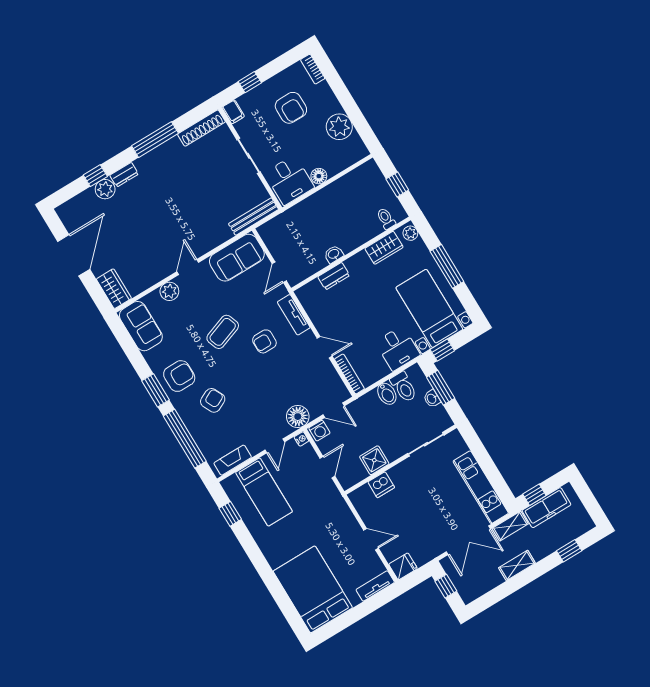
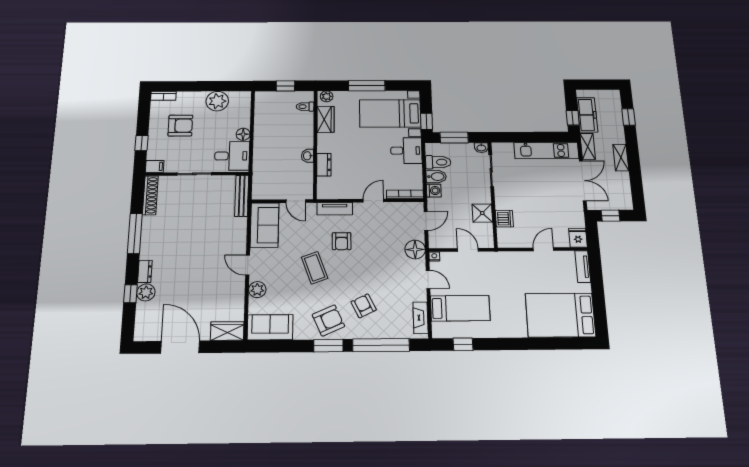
armchair: (179, 376) -> (328, 320), turned 66
washbasin: (432, 399) -> (481, 148), moved
washing machine: (319, 431) -> (434, 191), moved

